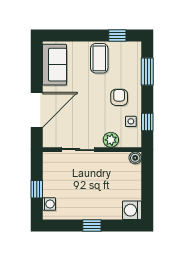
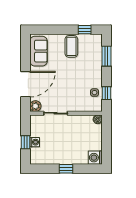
armchair: (119, 97) -> (86, 75), removed
plant: (111, 140) -> (35, 106), moved
washing machine: (49, 204) -> (35, 142), moved

